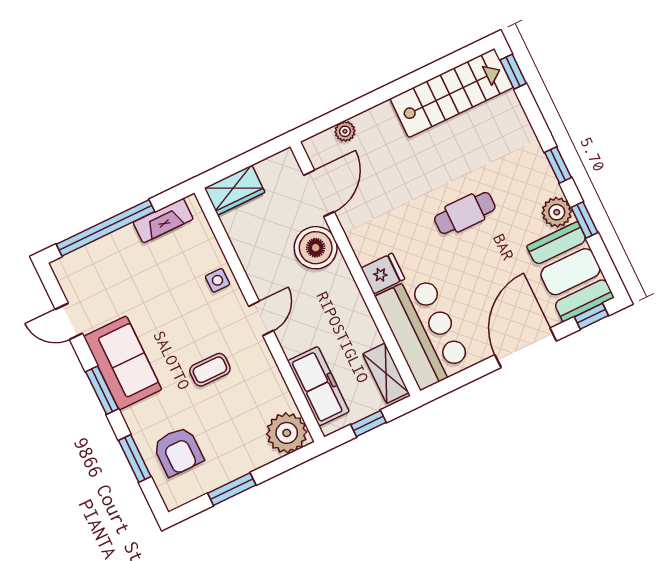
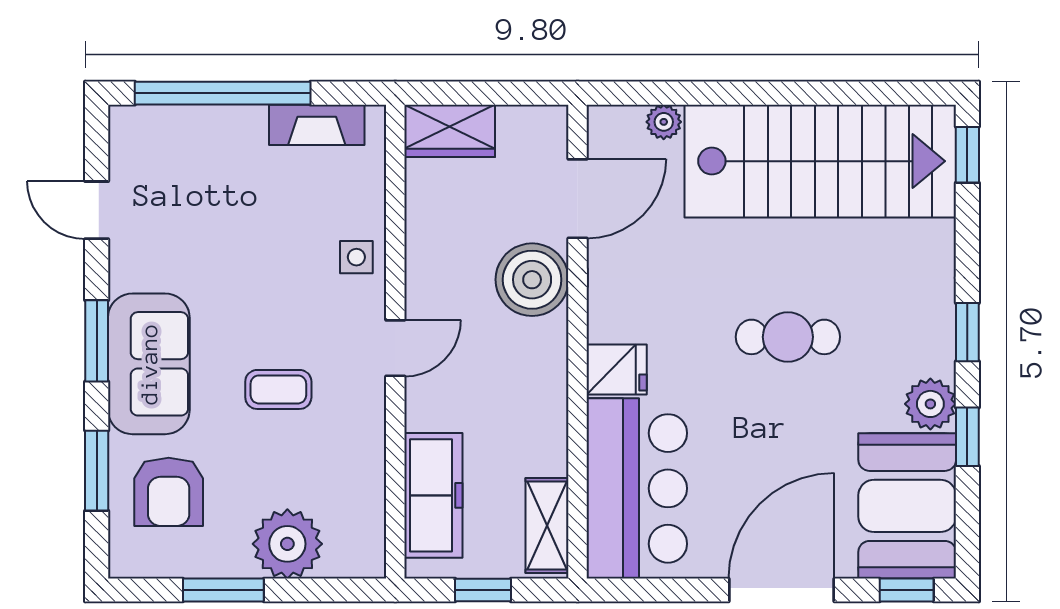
stairs: (452, 93) -> (820, 161), width x1.36, depth x1.51
sofa: (123, 363) -> (149, 364), moved
plant: (287, 433) -> (287, 544), moved

